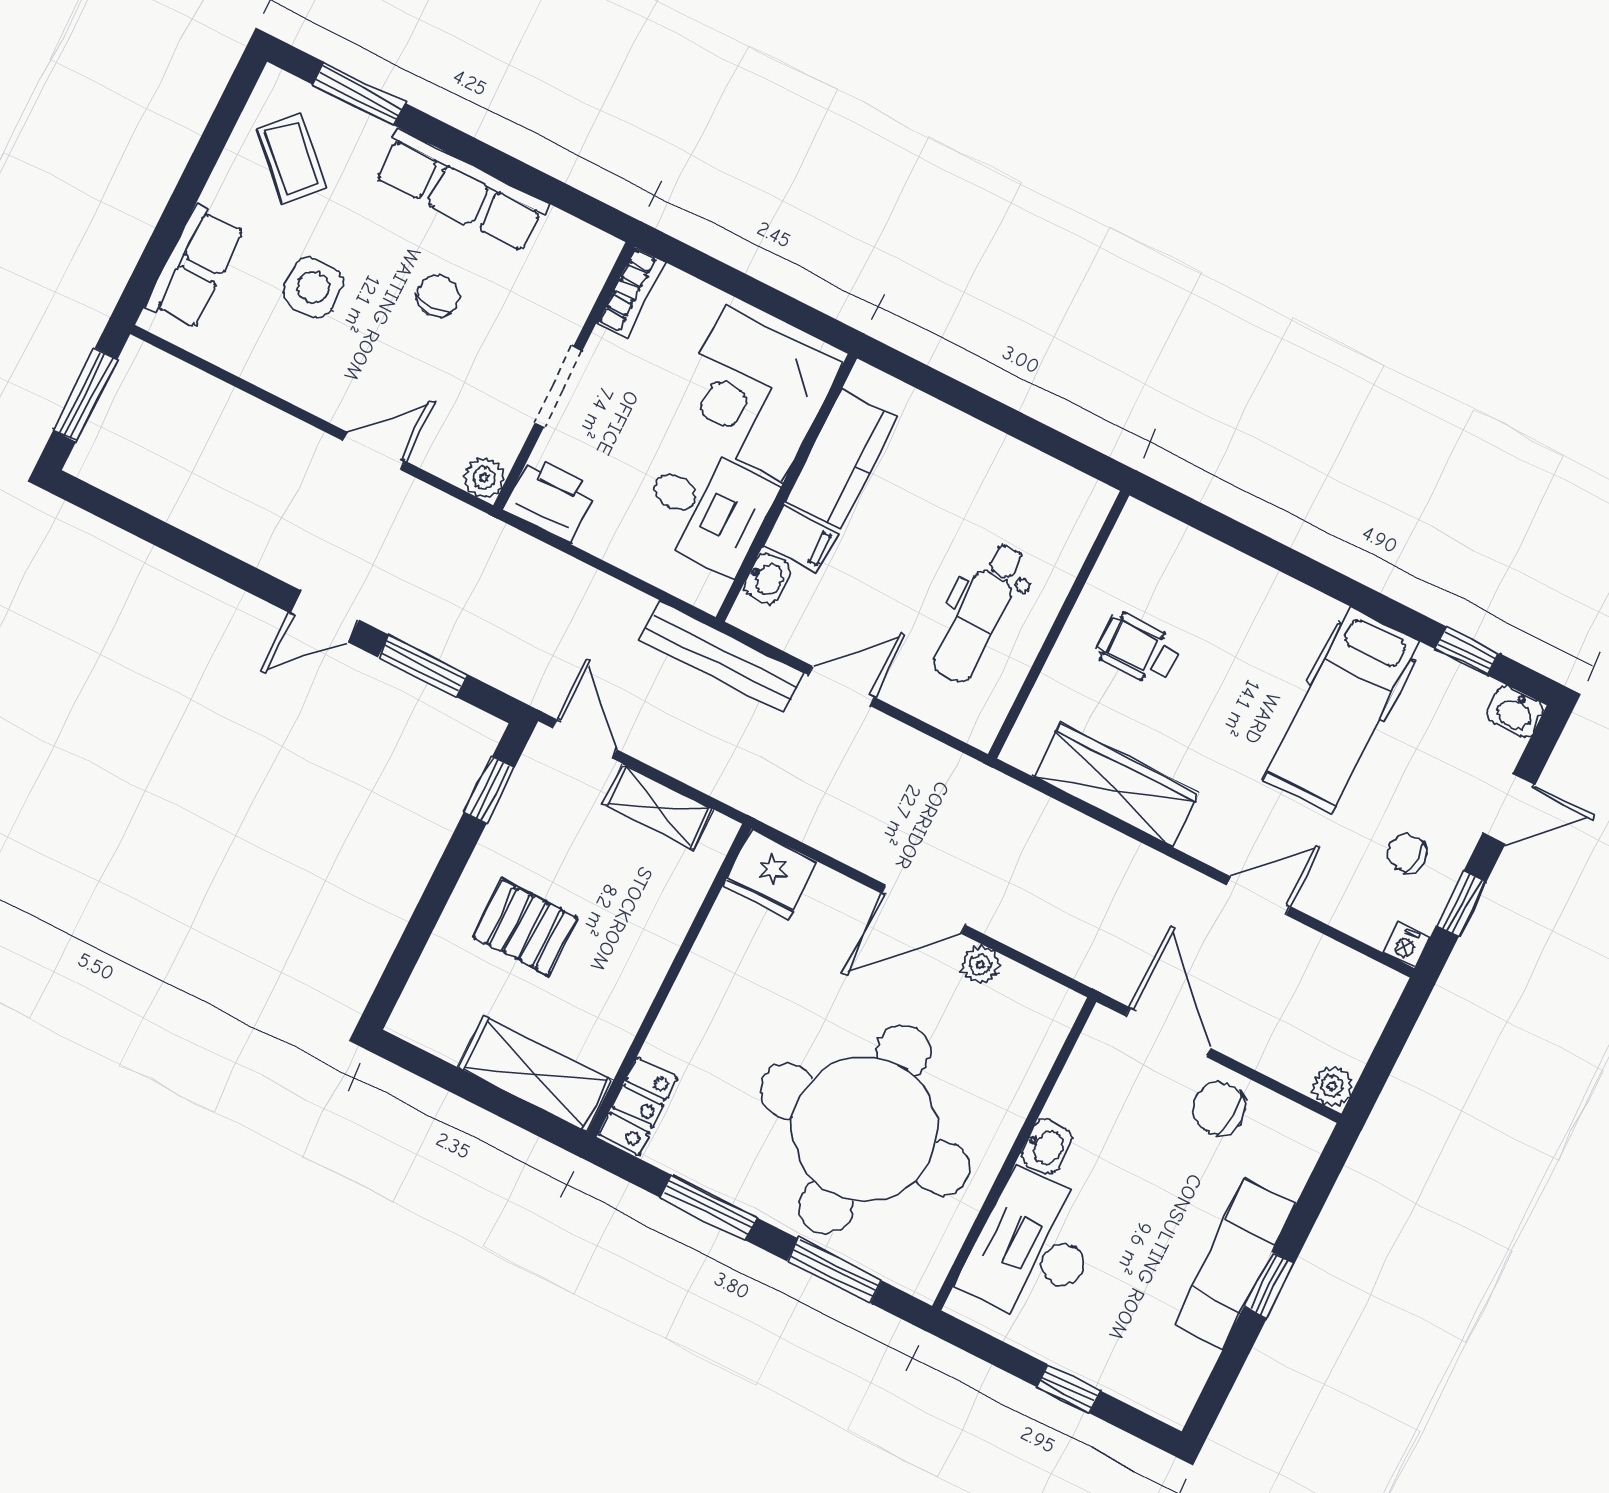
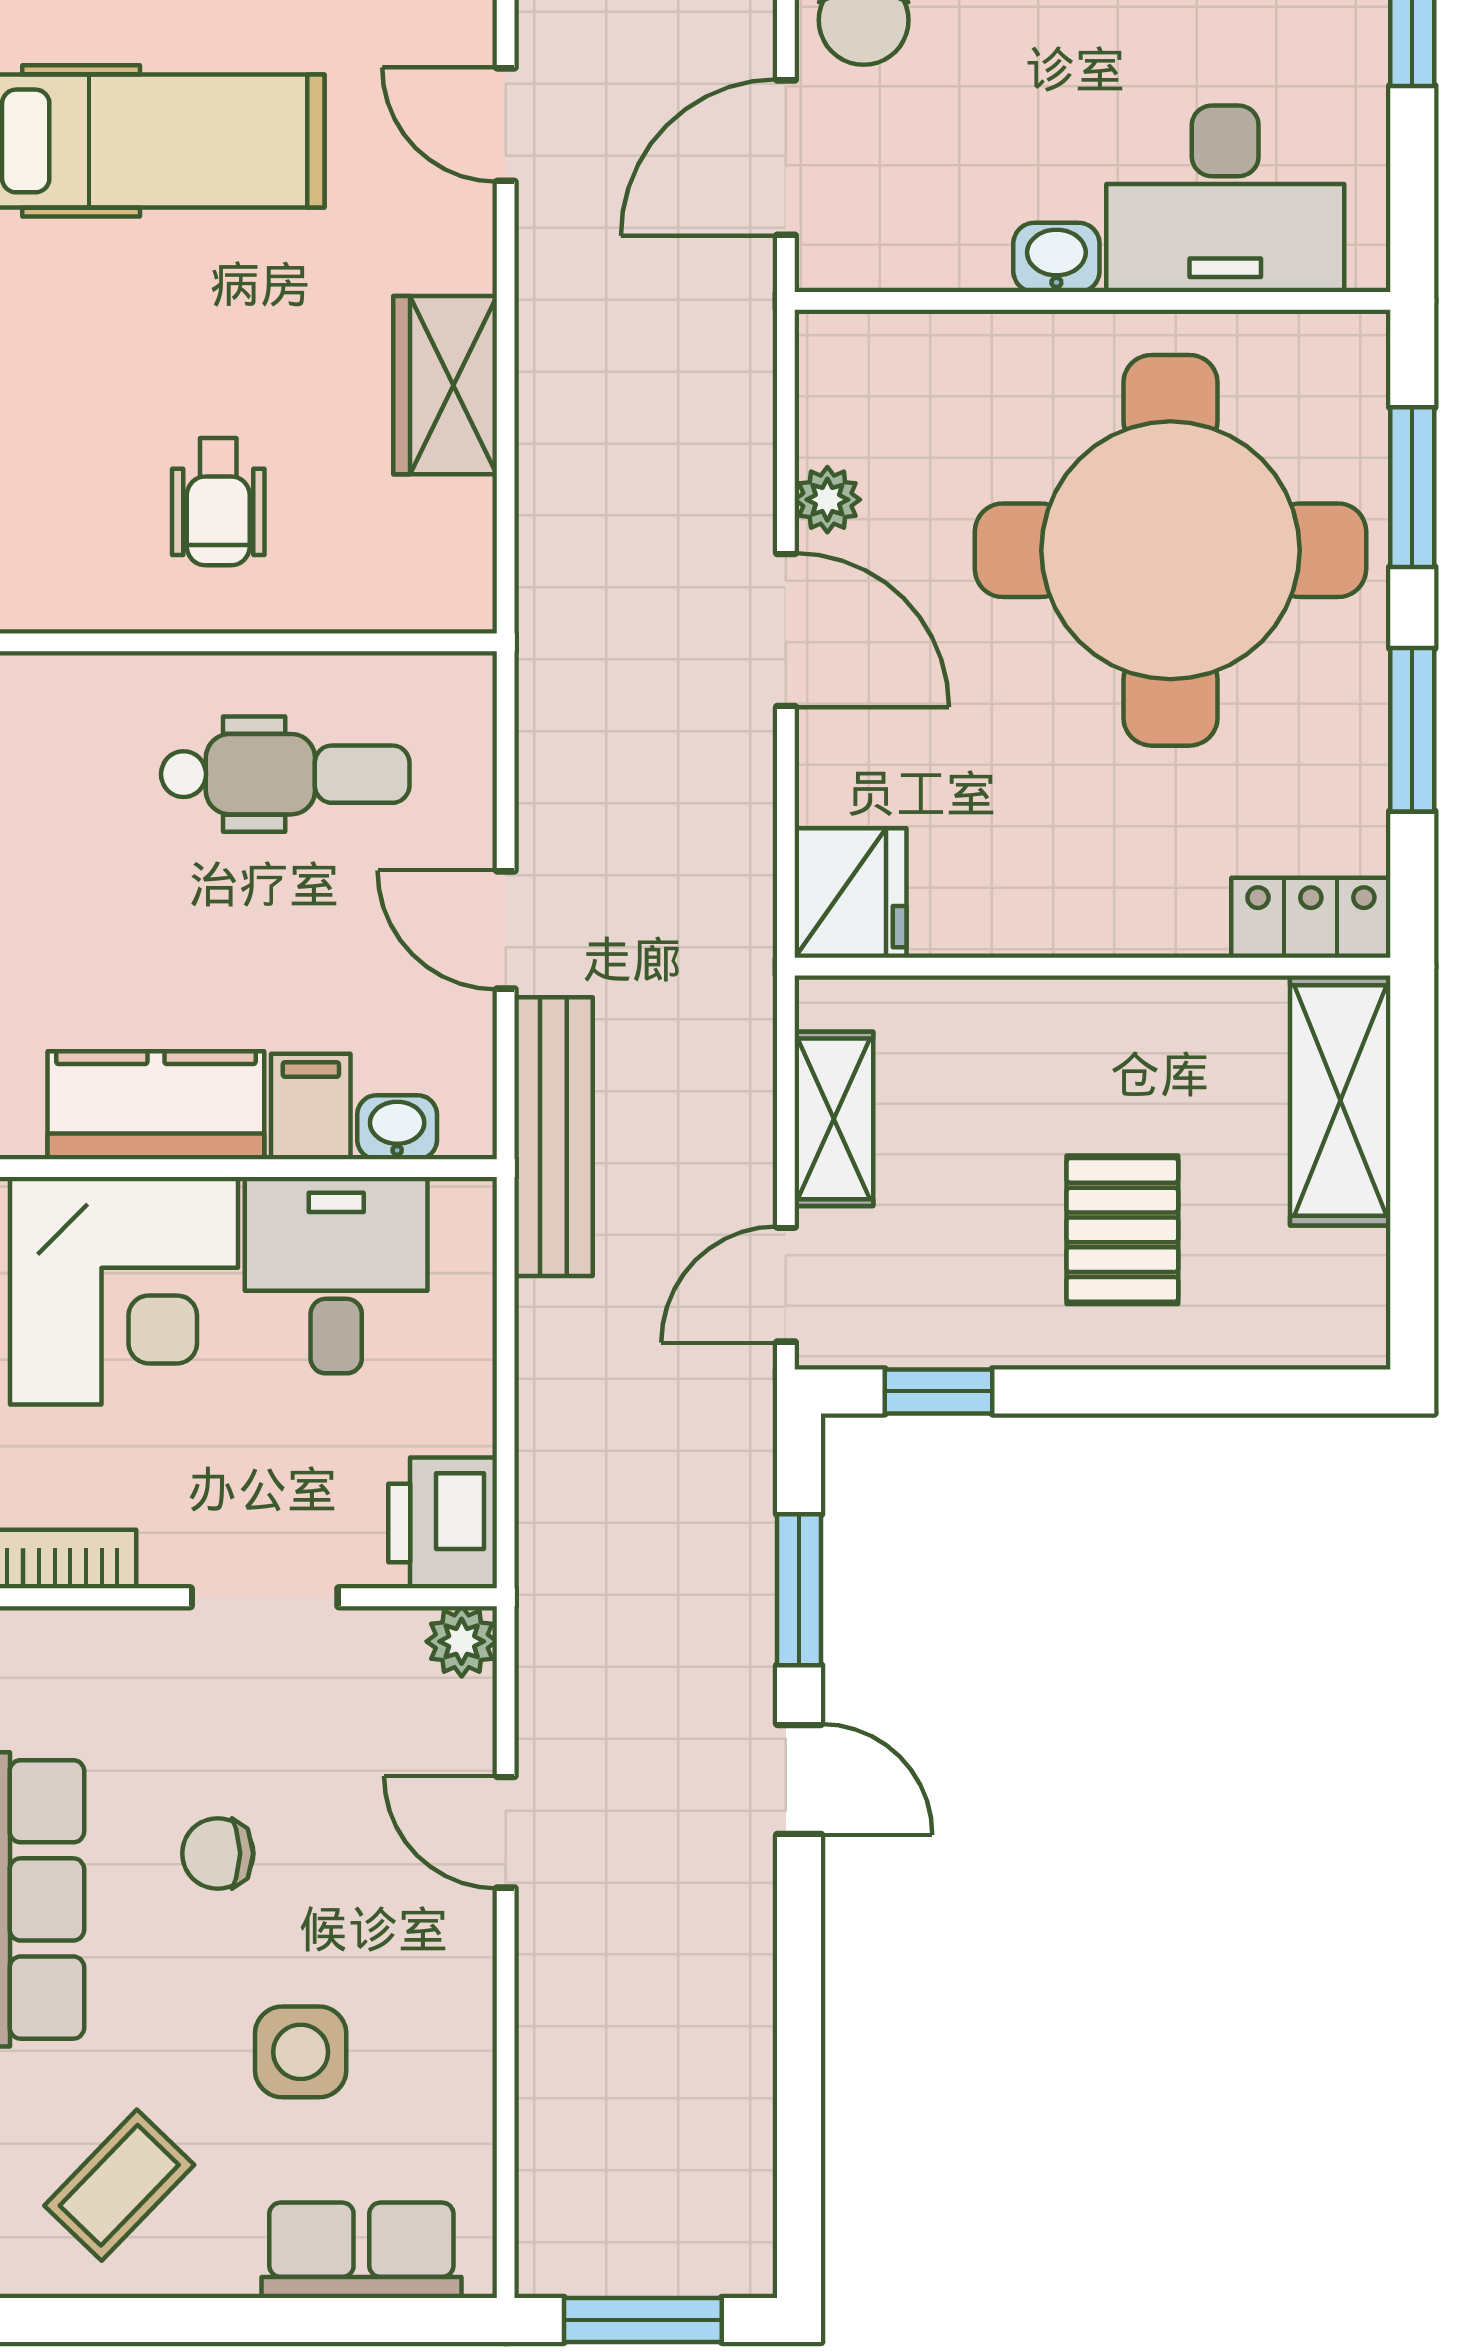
wardrobe: (1116, 785) -> (445, 385), width x0.67

